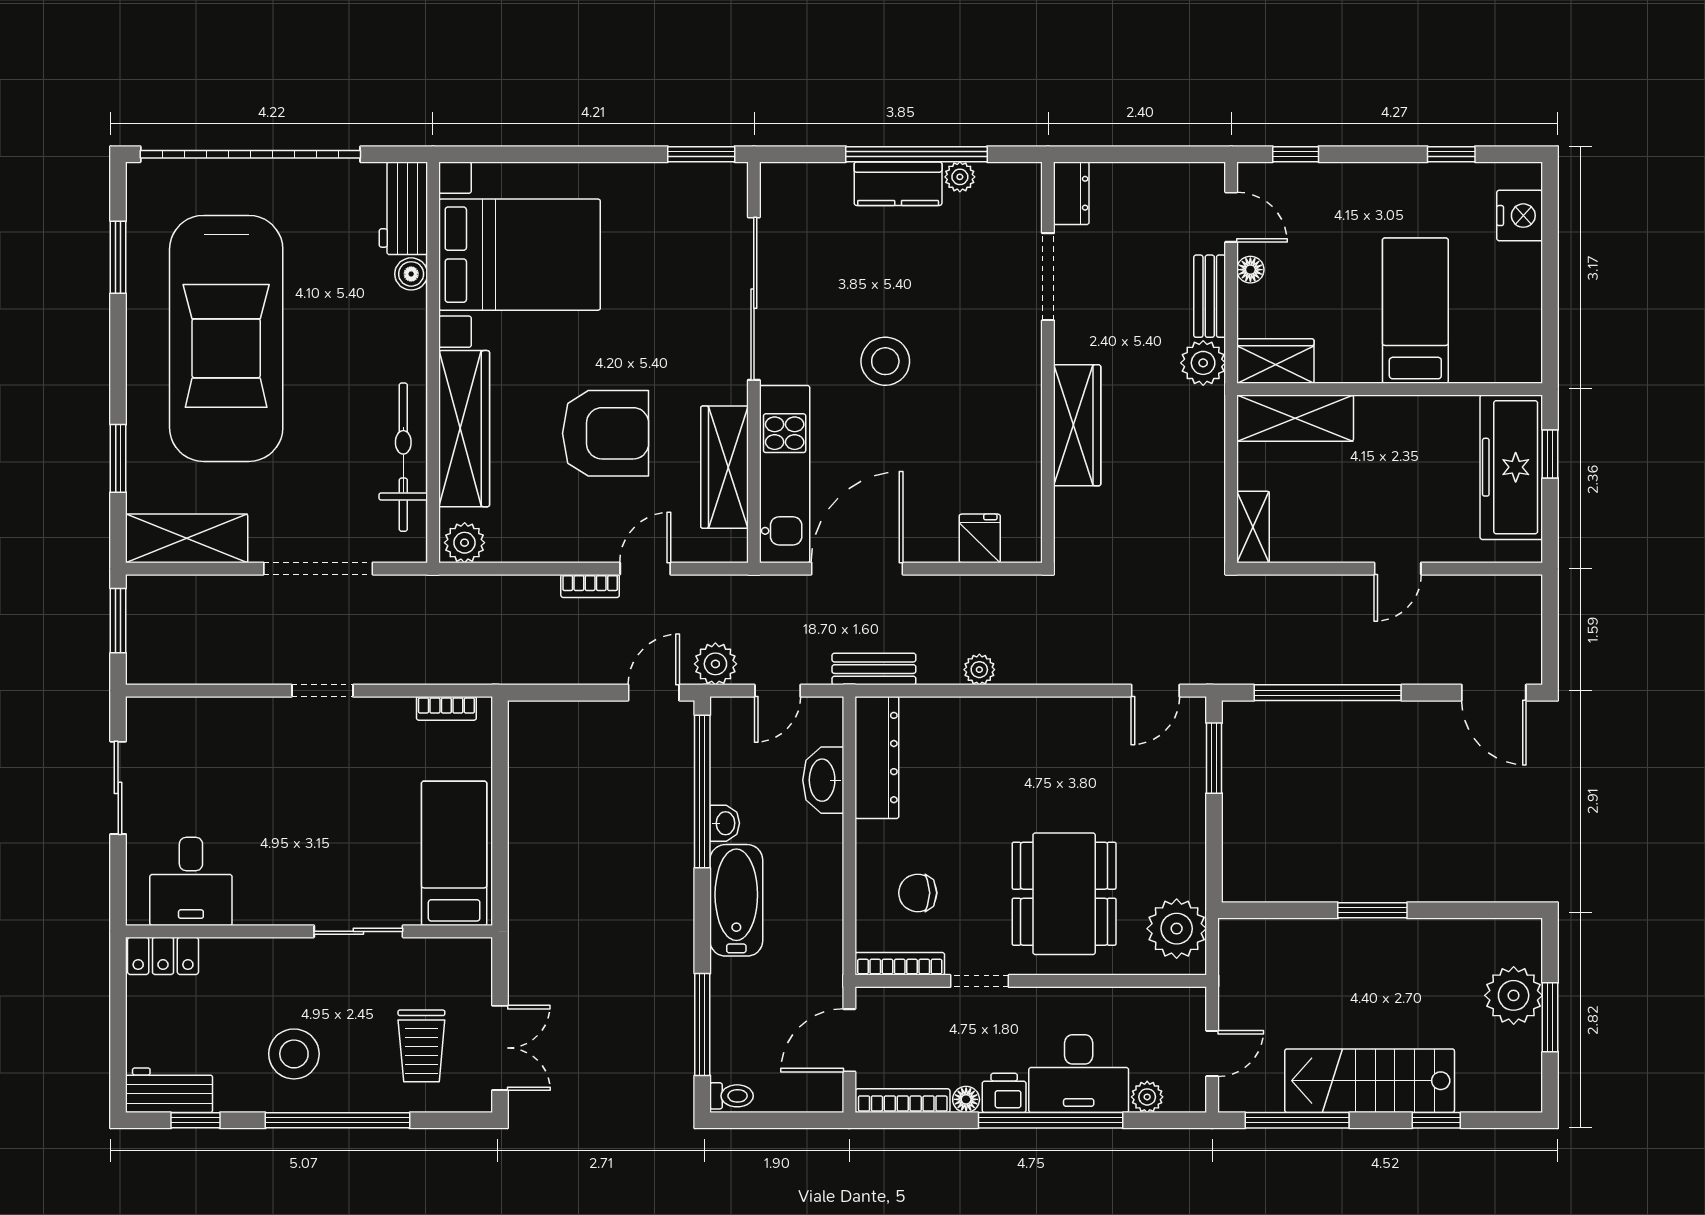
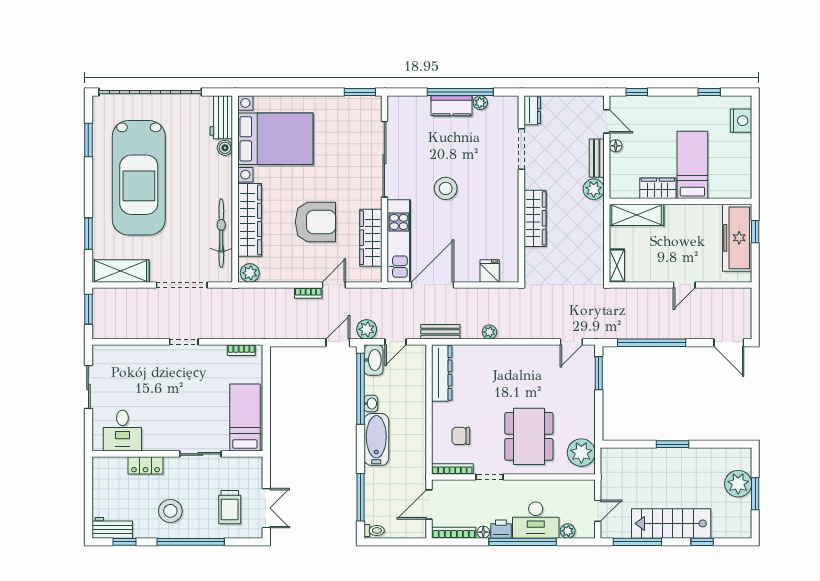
wardrobe: (1275, 361) -> (658, 188), moved
washbasin: (823, 780) -> (374, 360), moved, turned 180
locker: (163, 956) -> (146, 465), moved

